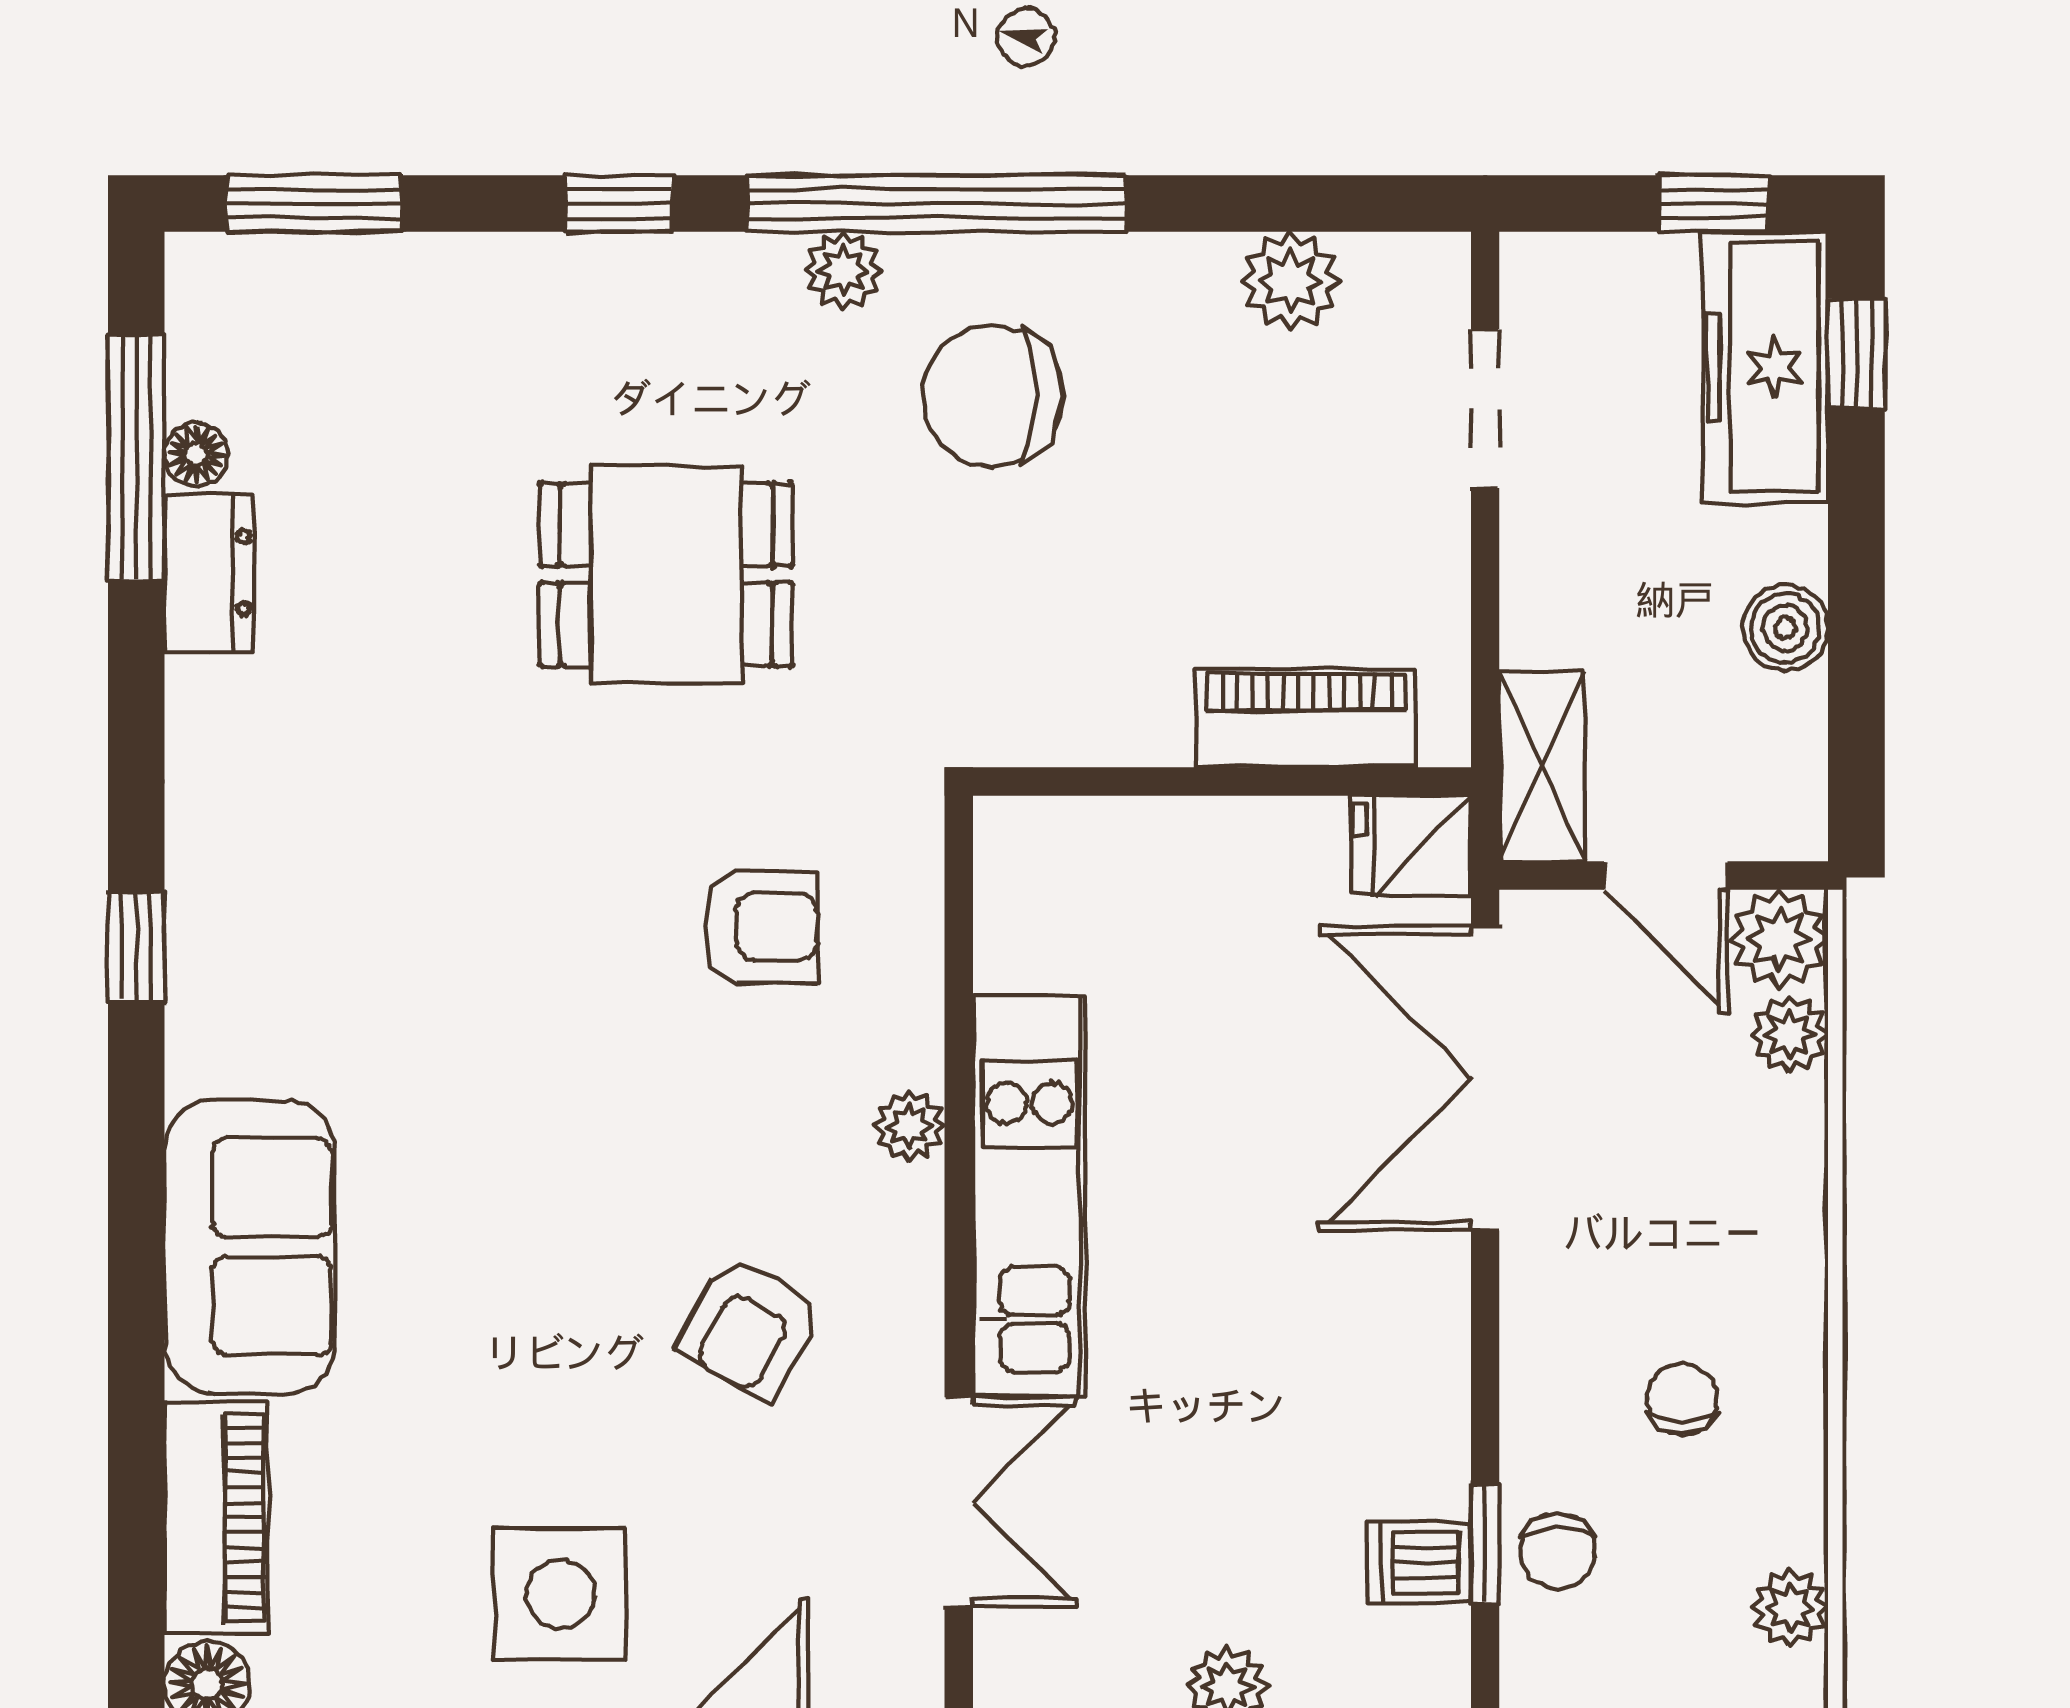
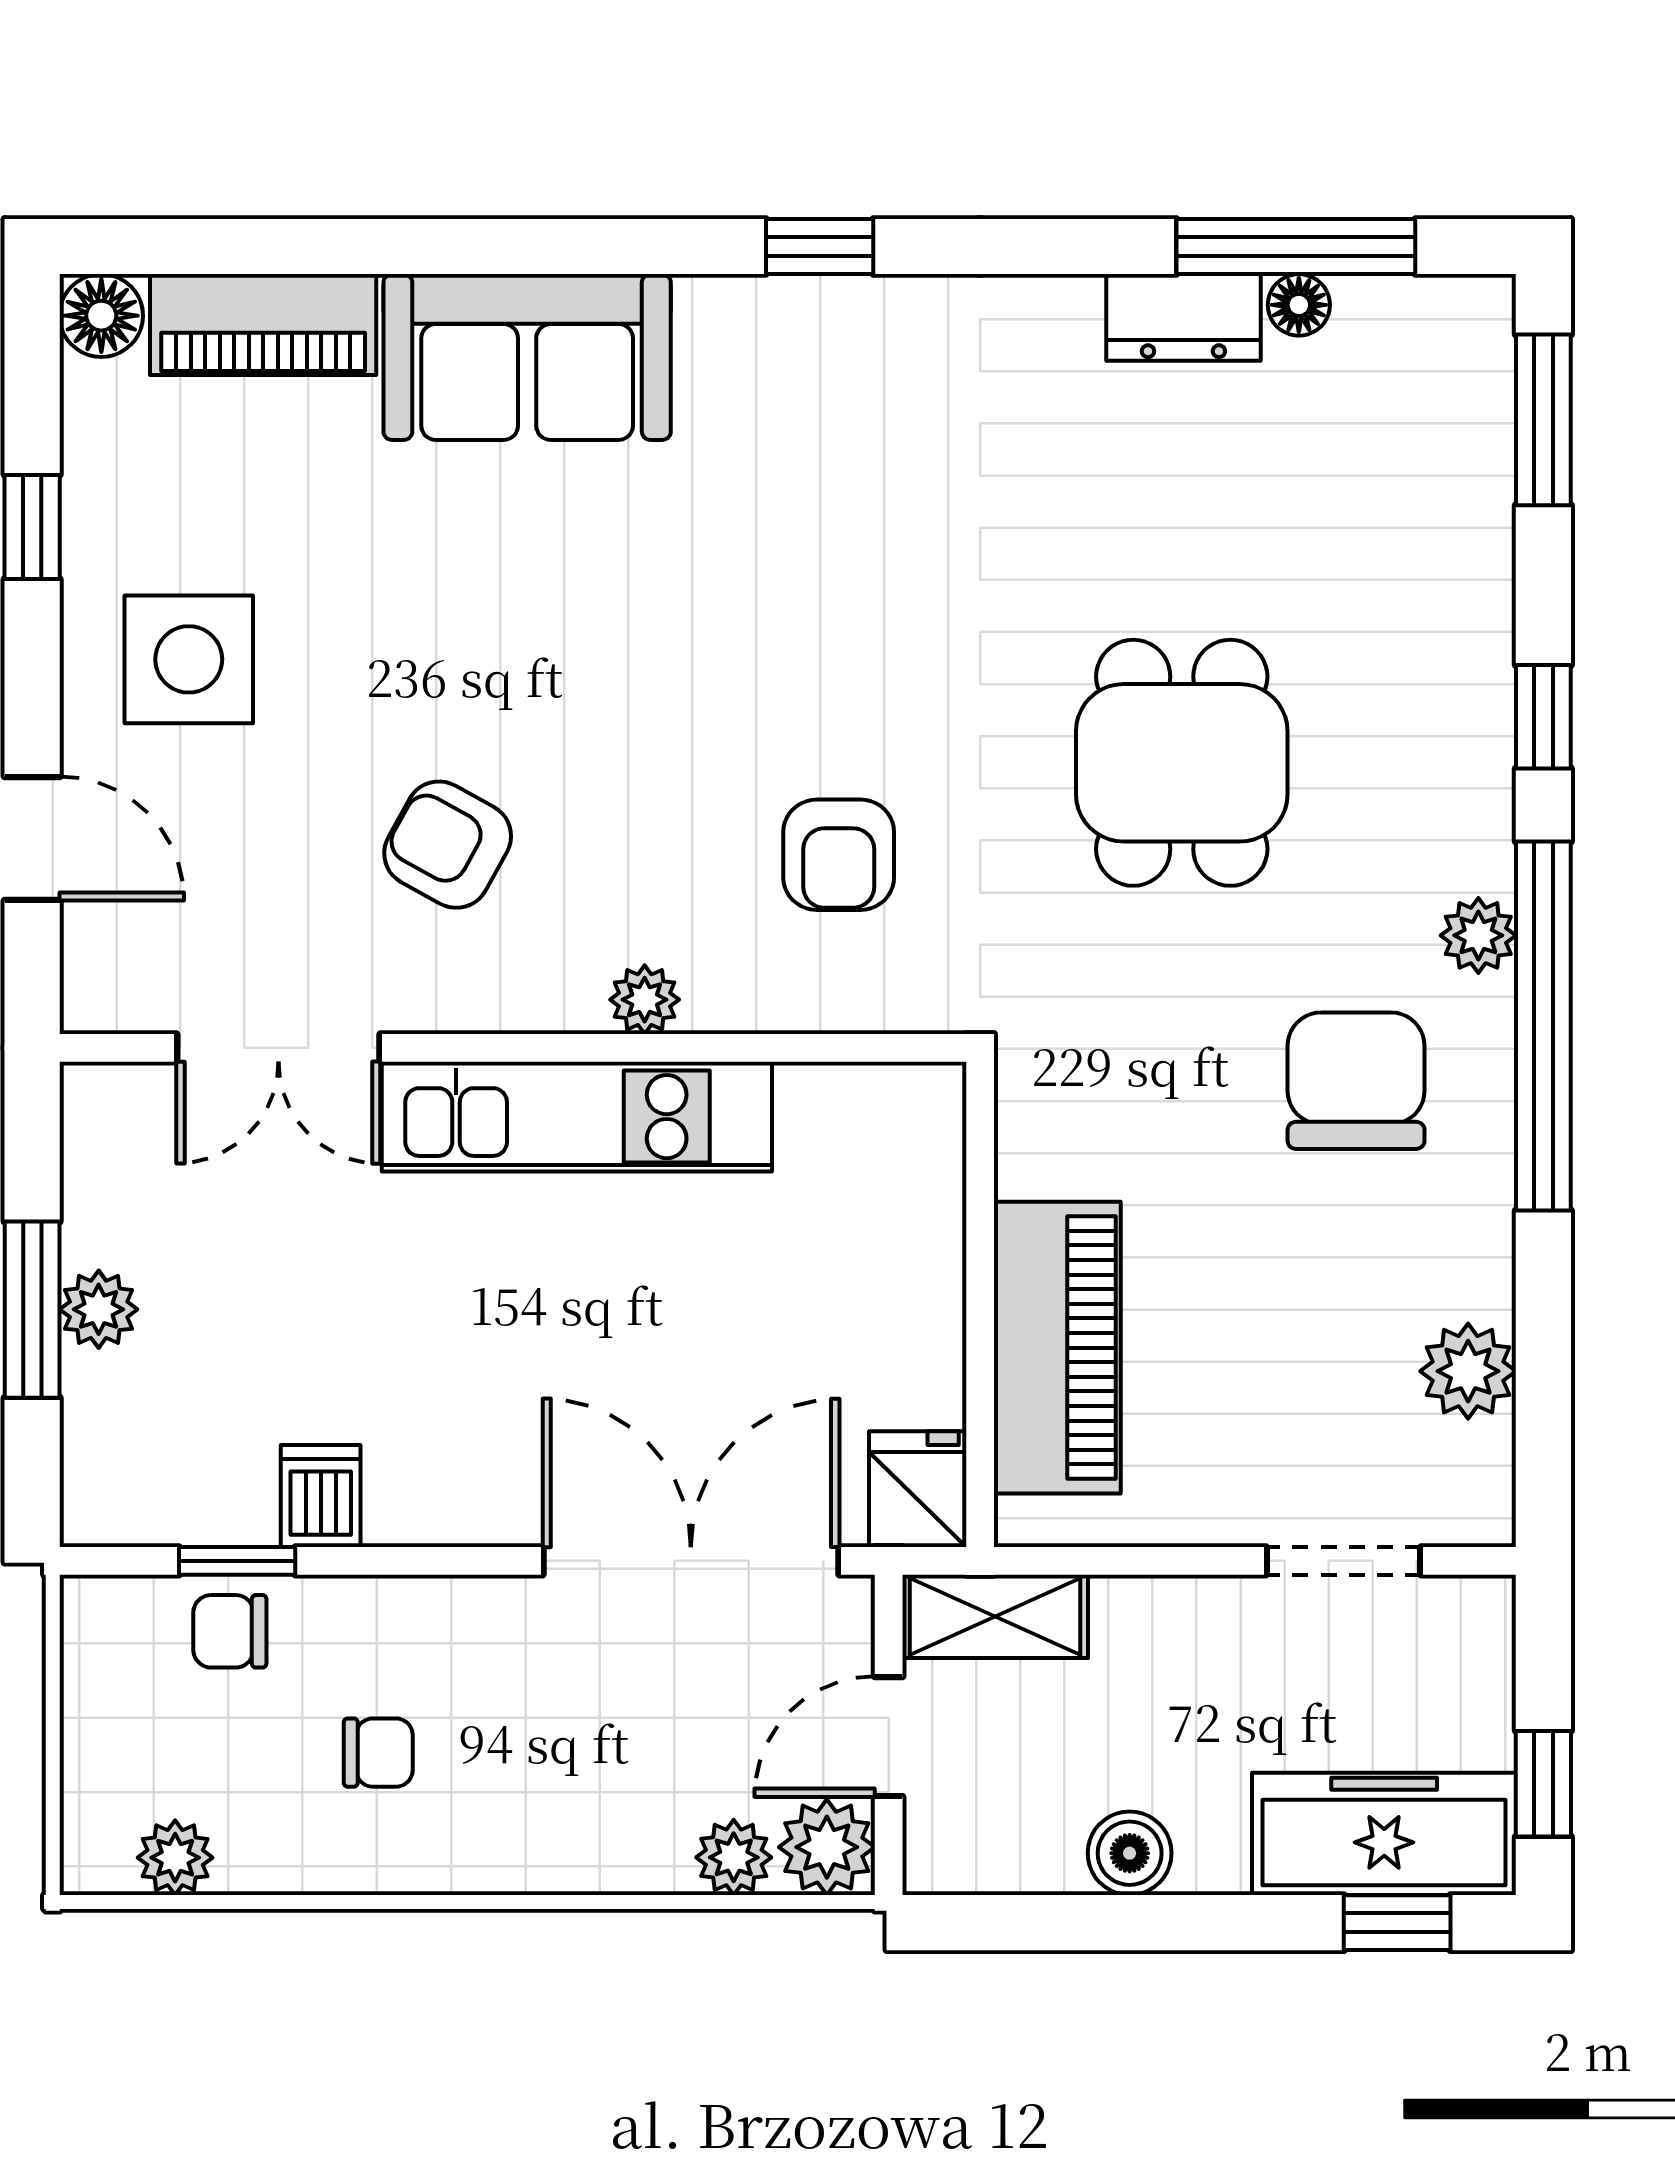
piano: (1306, 718) -> (1057, 1348), width x1.37, depth x1.33
dishwasher: (1419, 1563) -> (321, 1496), moved

